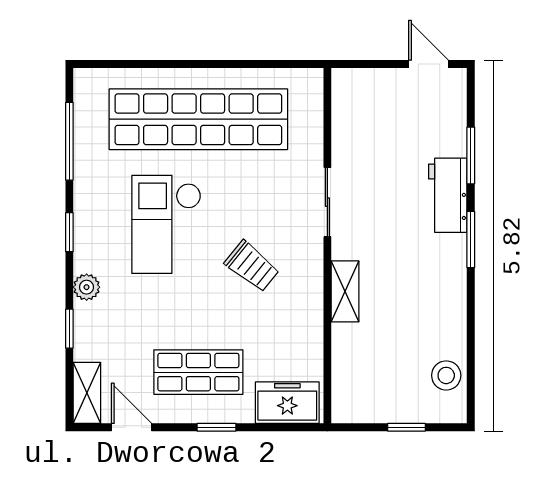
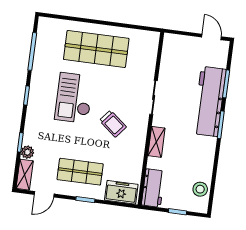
shop shelf: (198, 119) -> (96, 49), width x0.71
workbench: (448, 195) -> (209, 101), width x1.88, depth x1.32
plant: (87, 287) -> (27, 152), moved
workbench: (351, 386) -> (153, 188), added
door: (131, 427) -> (44, 194), swing flipped

